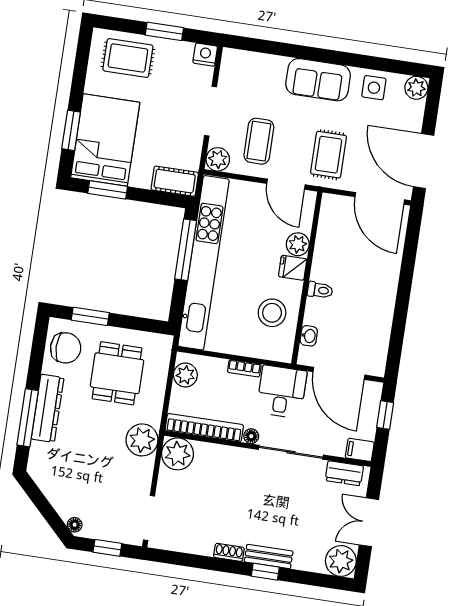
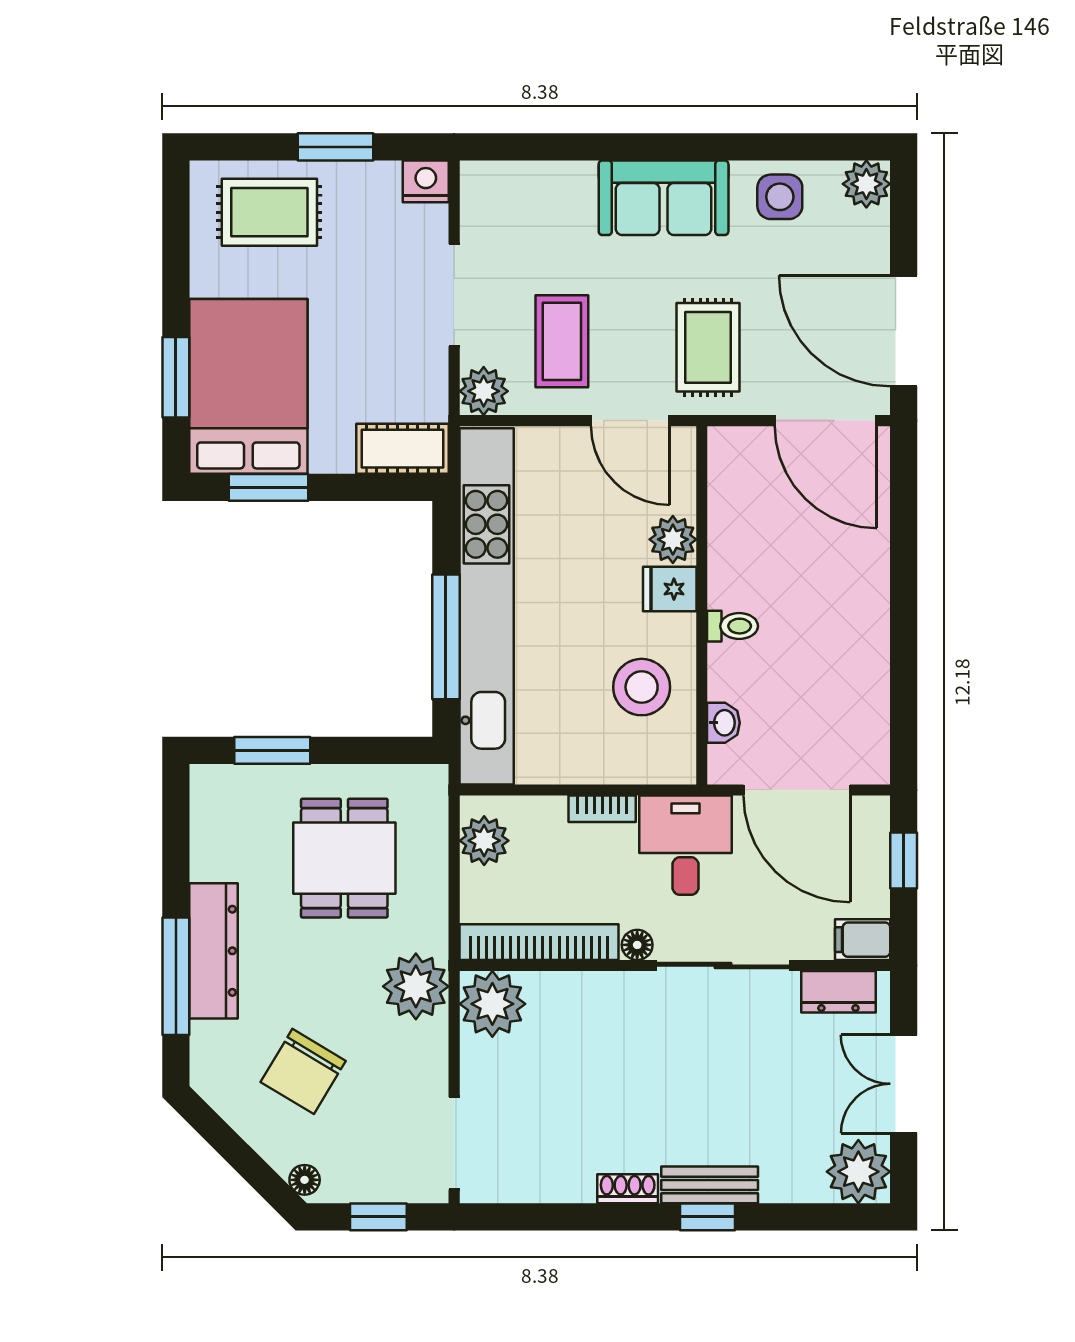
window: (186, 250) -> (446, 637), moved
chair: (66, 348) -> (303, 1071), moved, turned 121

